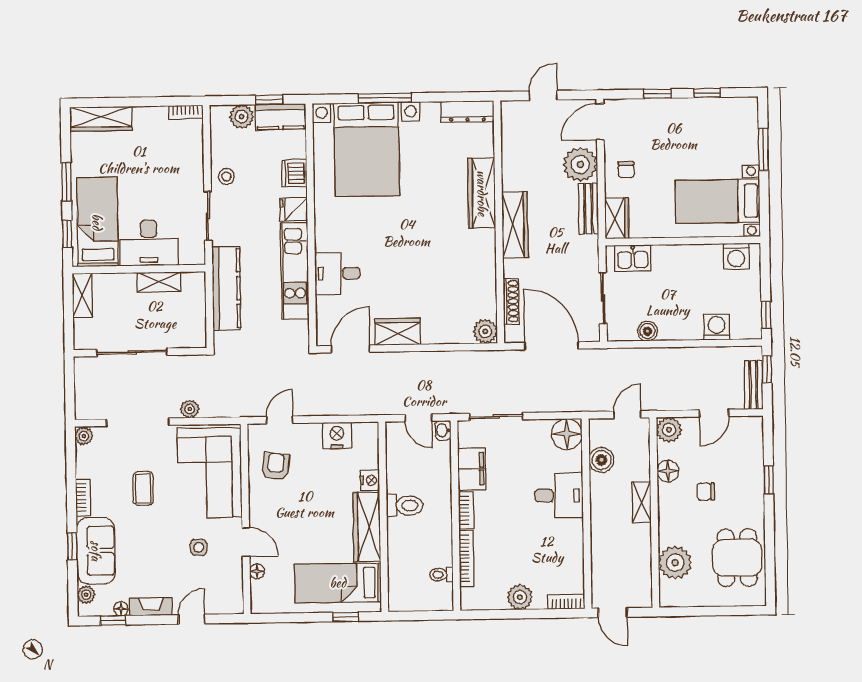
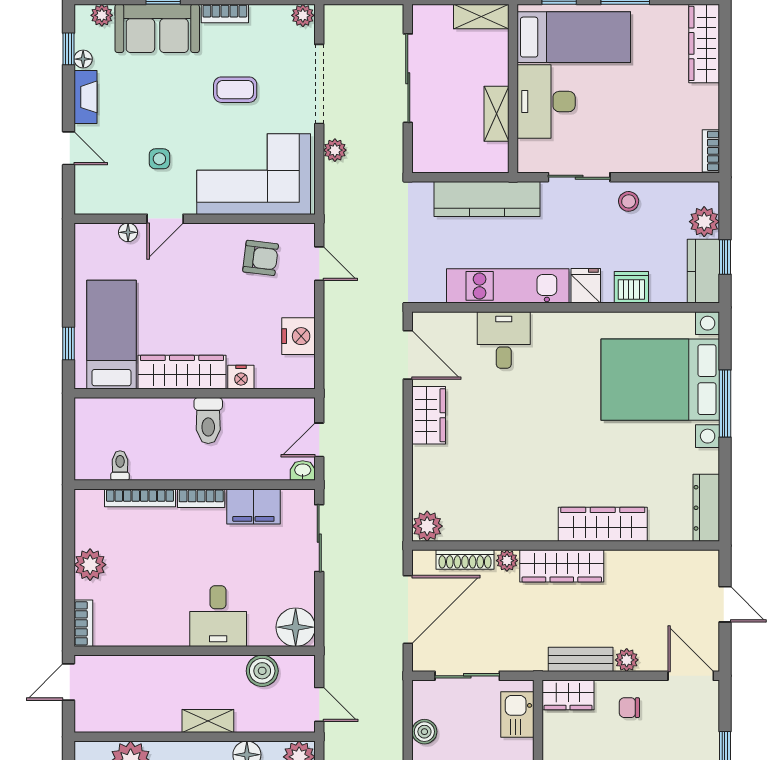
plant: (580, 164) -> (627, 660), width x0.53, depth x0.53
plant: (511, 268) -> (507, 561), added

